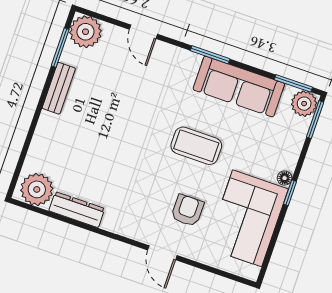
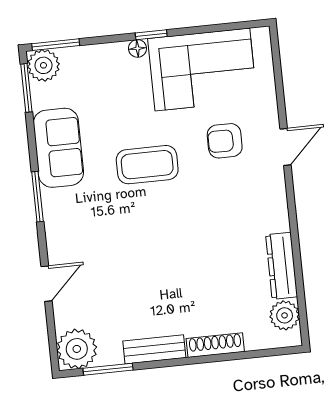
sofa: (239, 87) -> (58, 148), width x0.73
shoe rack: (41, 134) -> (215, 345), added
coffee table: (196, 146) -> (147, 165), turned 90
plant: (37, 189) -> (285, 315), width x0.73, depth x0.73

